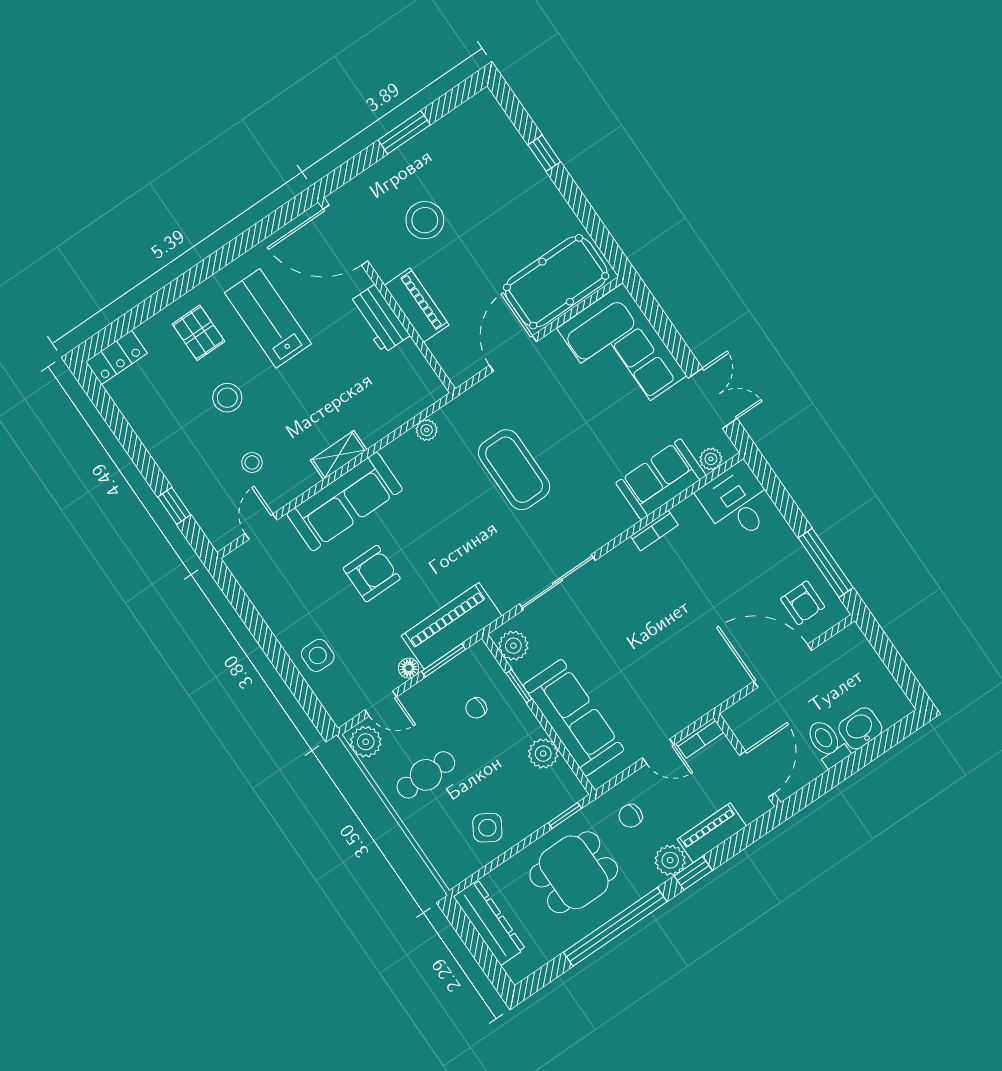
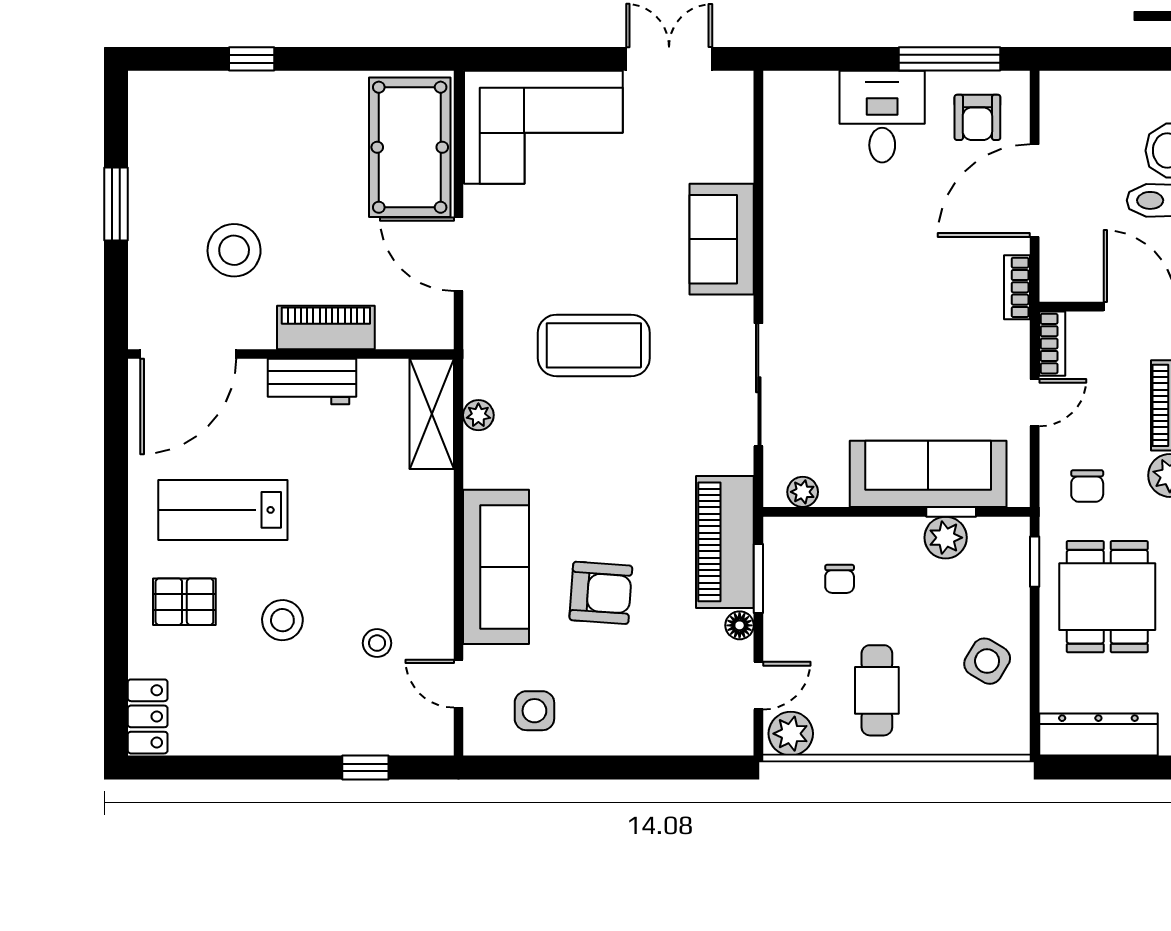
shelving: (339, 455) -> (432, 414), moved, width x1.50, depth x1.33
plant: (711, 459) -> (738, 109), removed
sofa: (661, 479) -> (722, 239), moved
desk: (737, 502) -> (882, 117), moved, turned 90
bookcase: (654, 531) -> (1017, 287), moved, turned 180
armchair: (372, 574) -> (601, 593), turned 94
armchair: (803, 603) -> (977, 117), turned 90
plant: (513, 646) -> (803, 492), width x0.73, depth x0.73
side table: (318, 655) -> (534, 711), moved
window: (519, 686) -> (951, 512), moved

